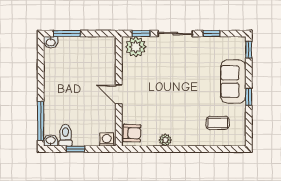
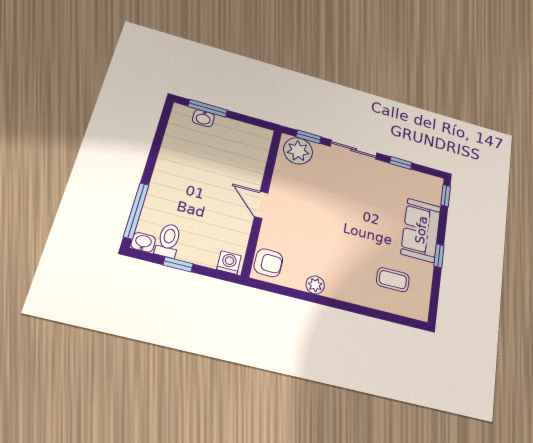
washbasin: (51, 42) -> (203, 118), moved

